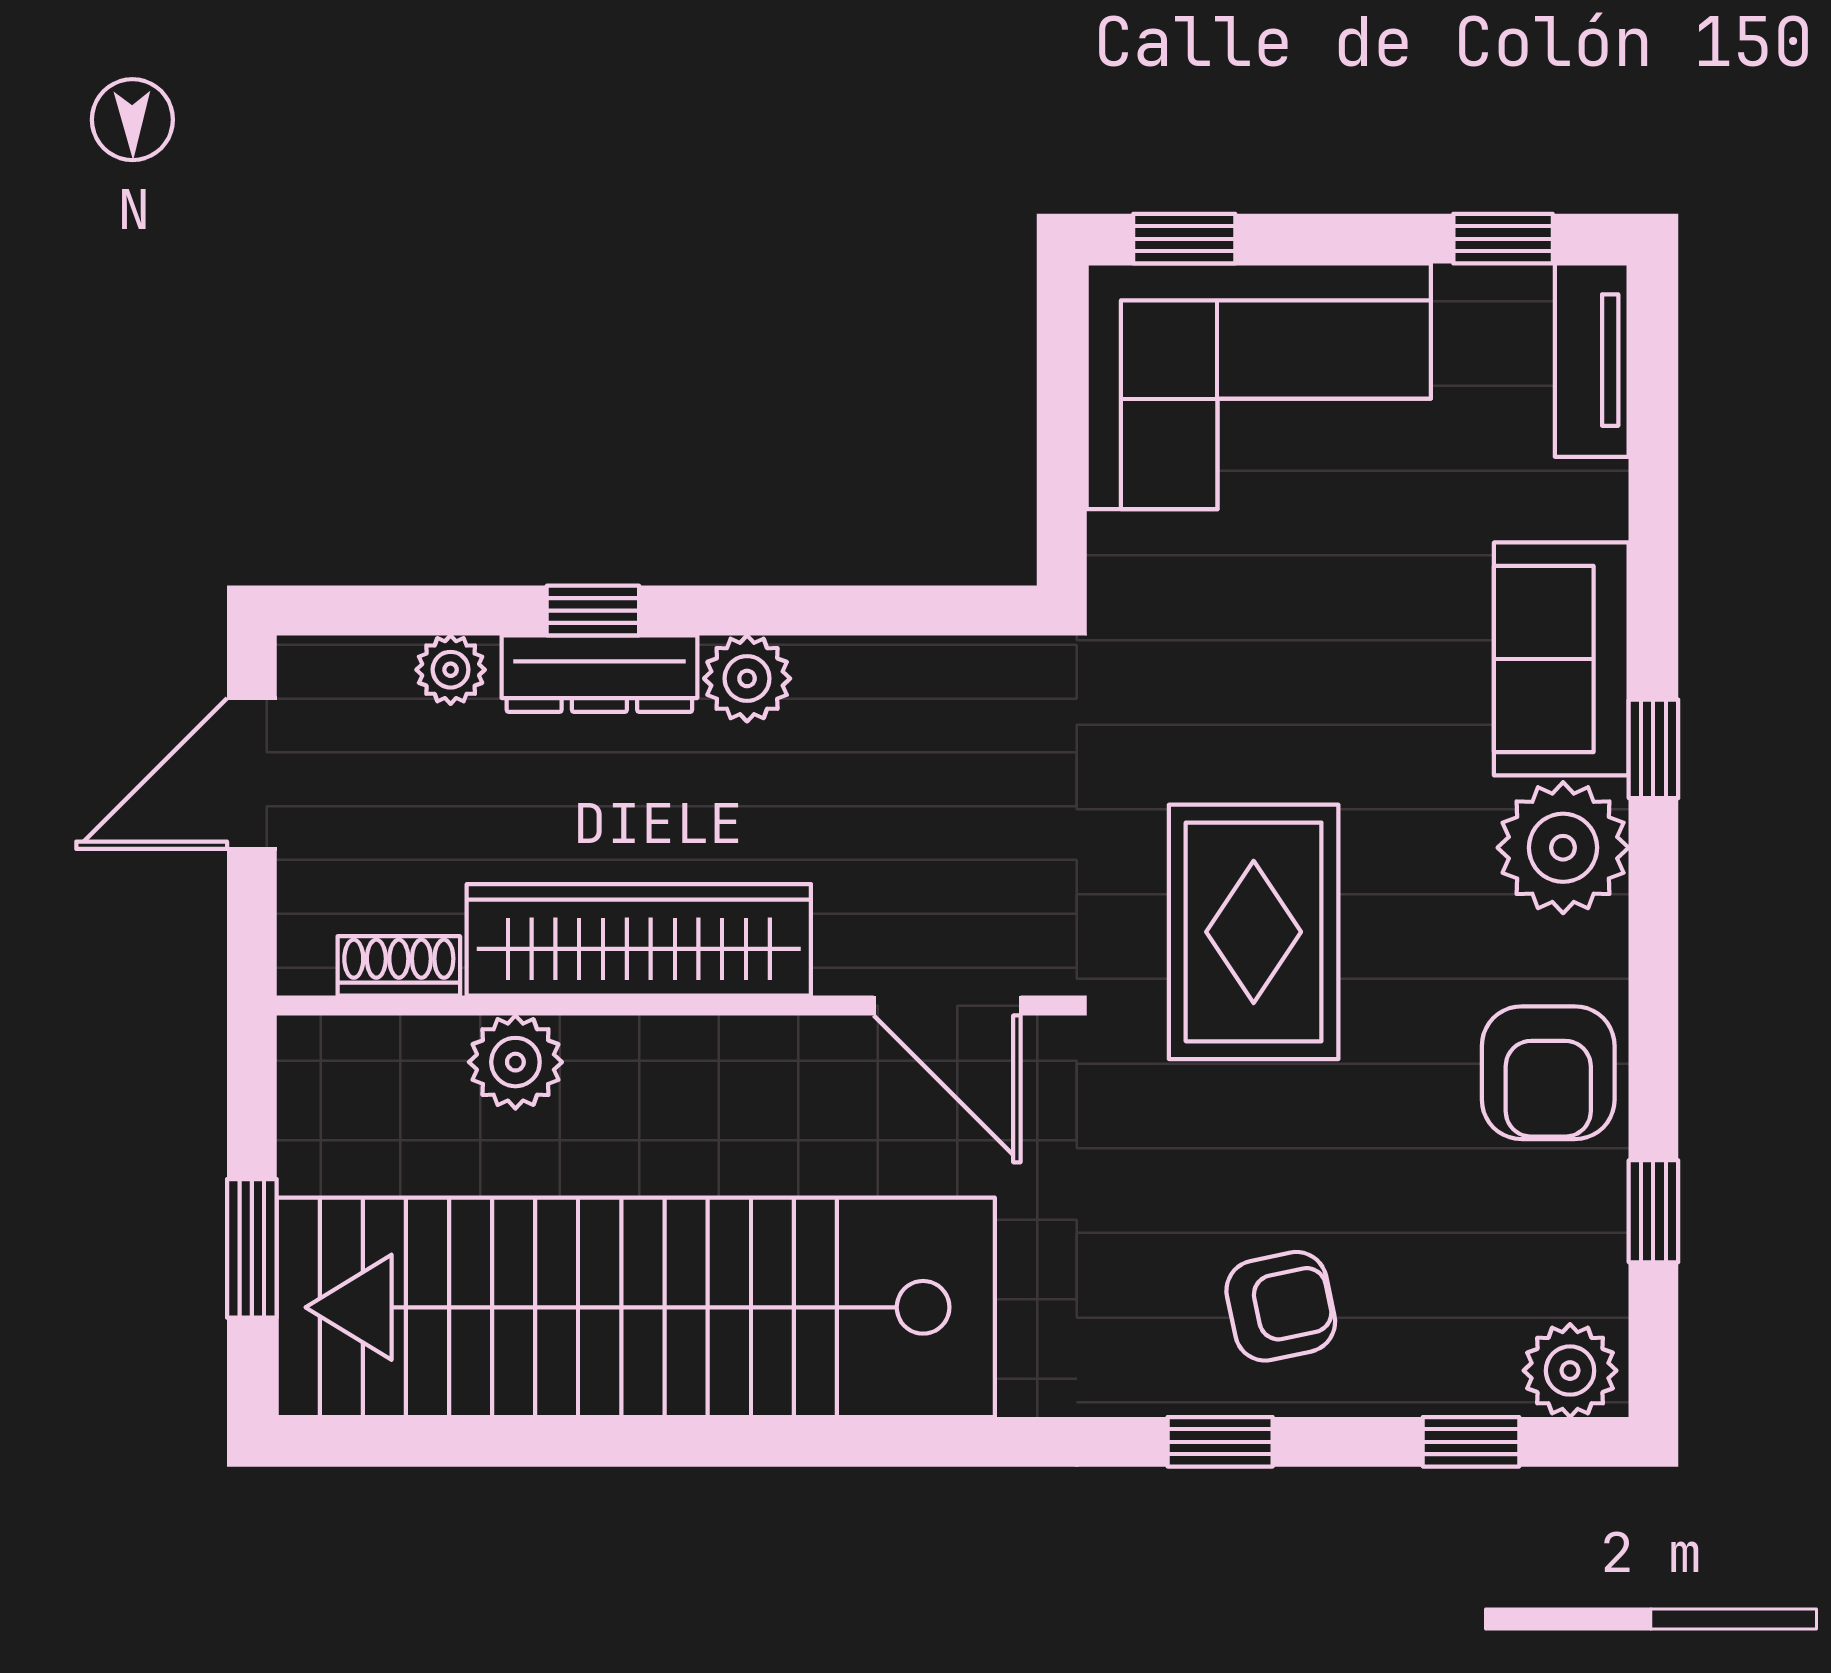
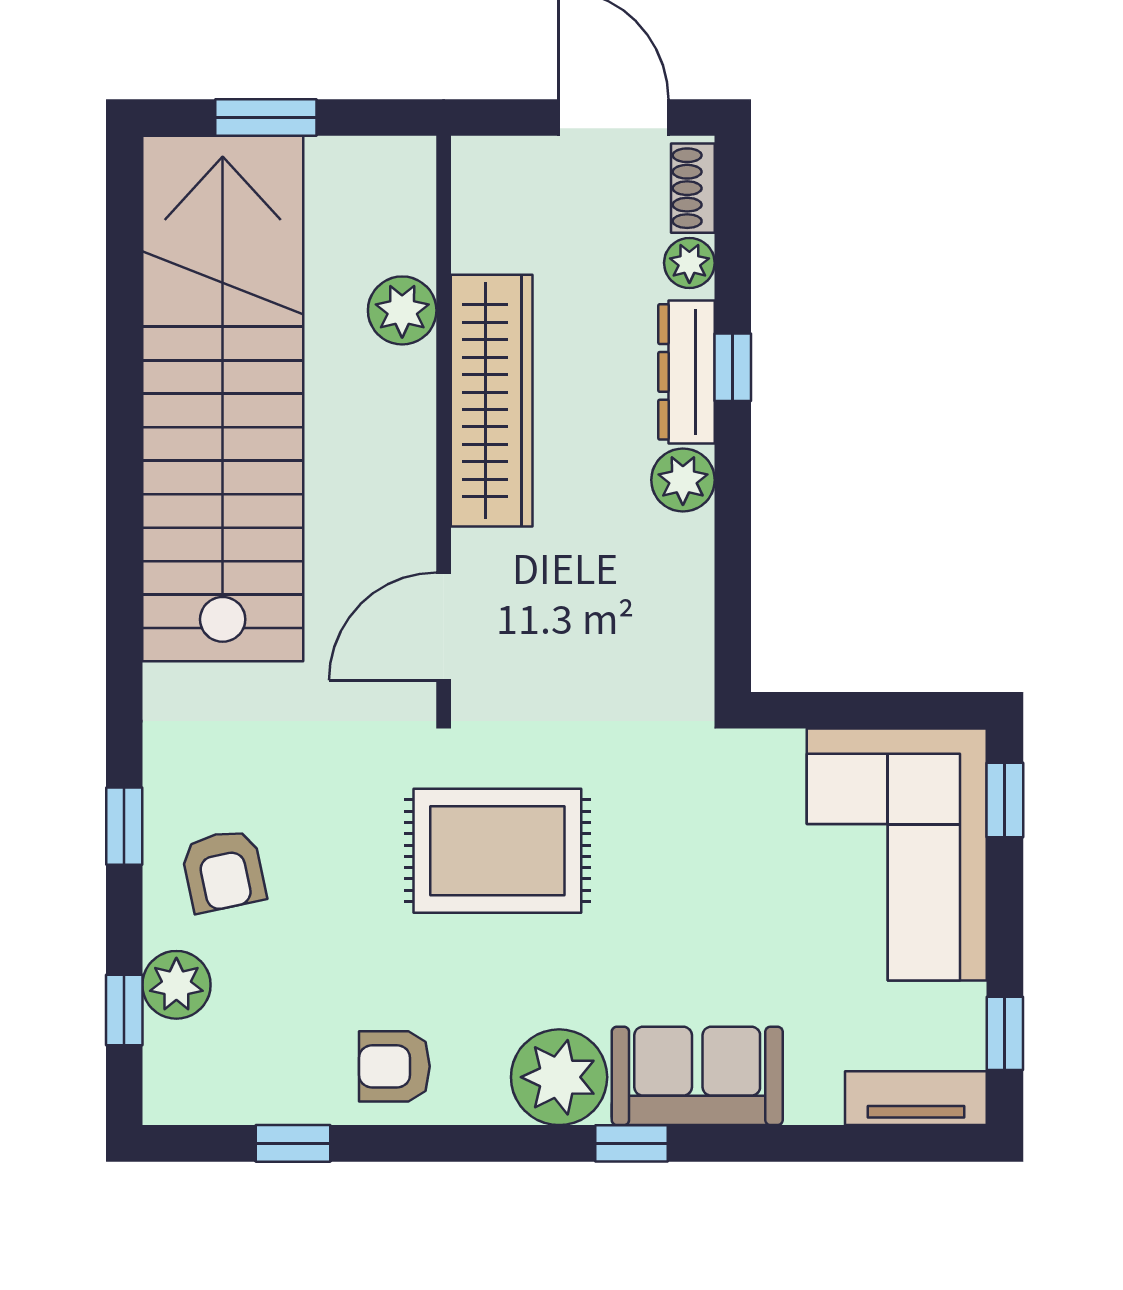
shoe rack: (399, 966) -> (693, 188), moved, turned 180
armchair: (1548, 1073) -> (394, 1066), width x0.72, depth x0.72
plant: (1570, 1371) -> (176, 985), moved

